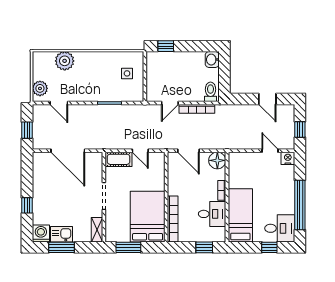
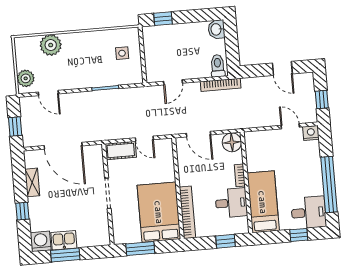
bookcase: (197, 109) -> (221, 85), moved
shelving: (97, 230) -> (32, 182), moved

